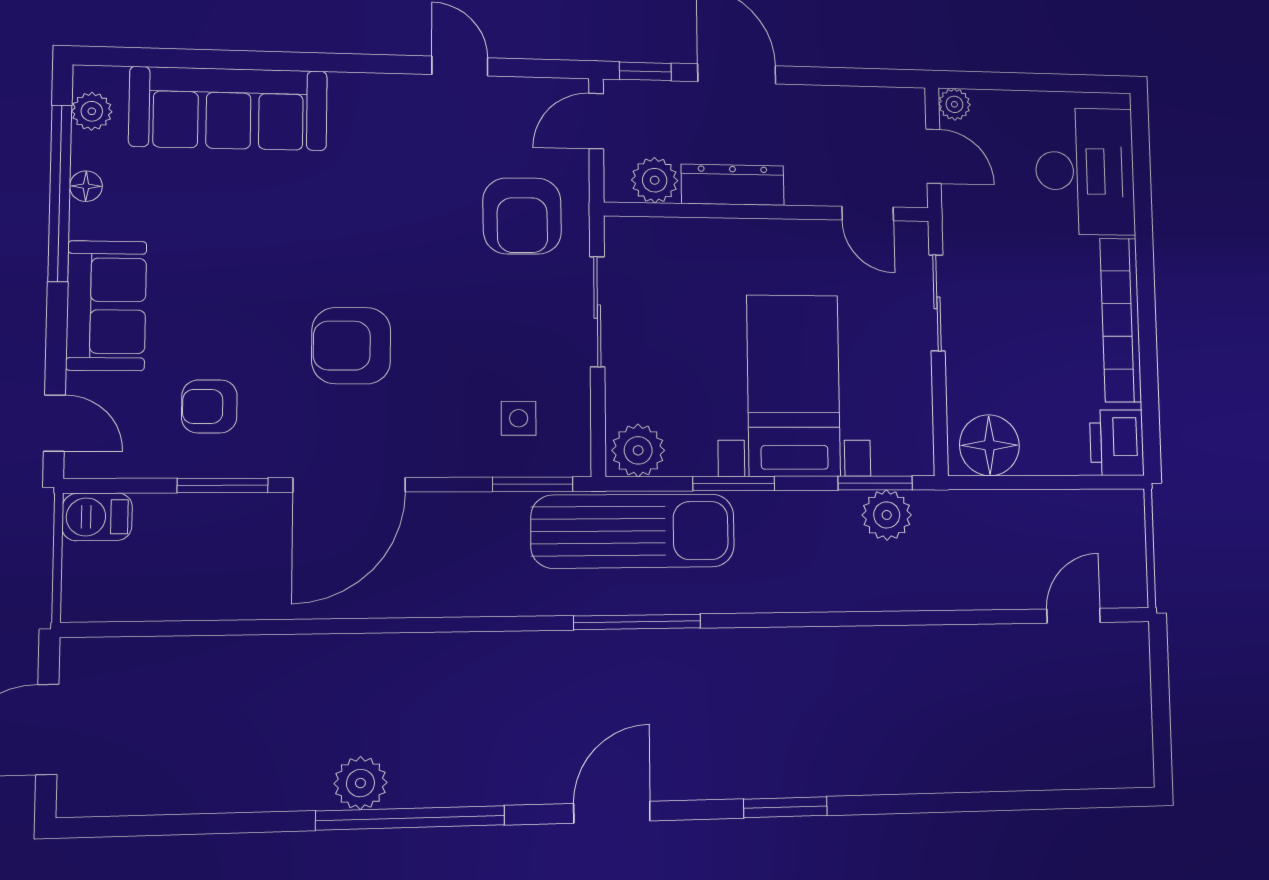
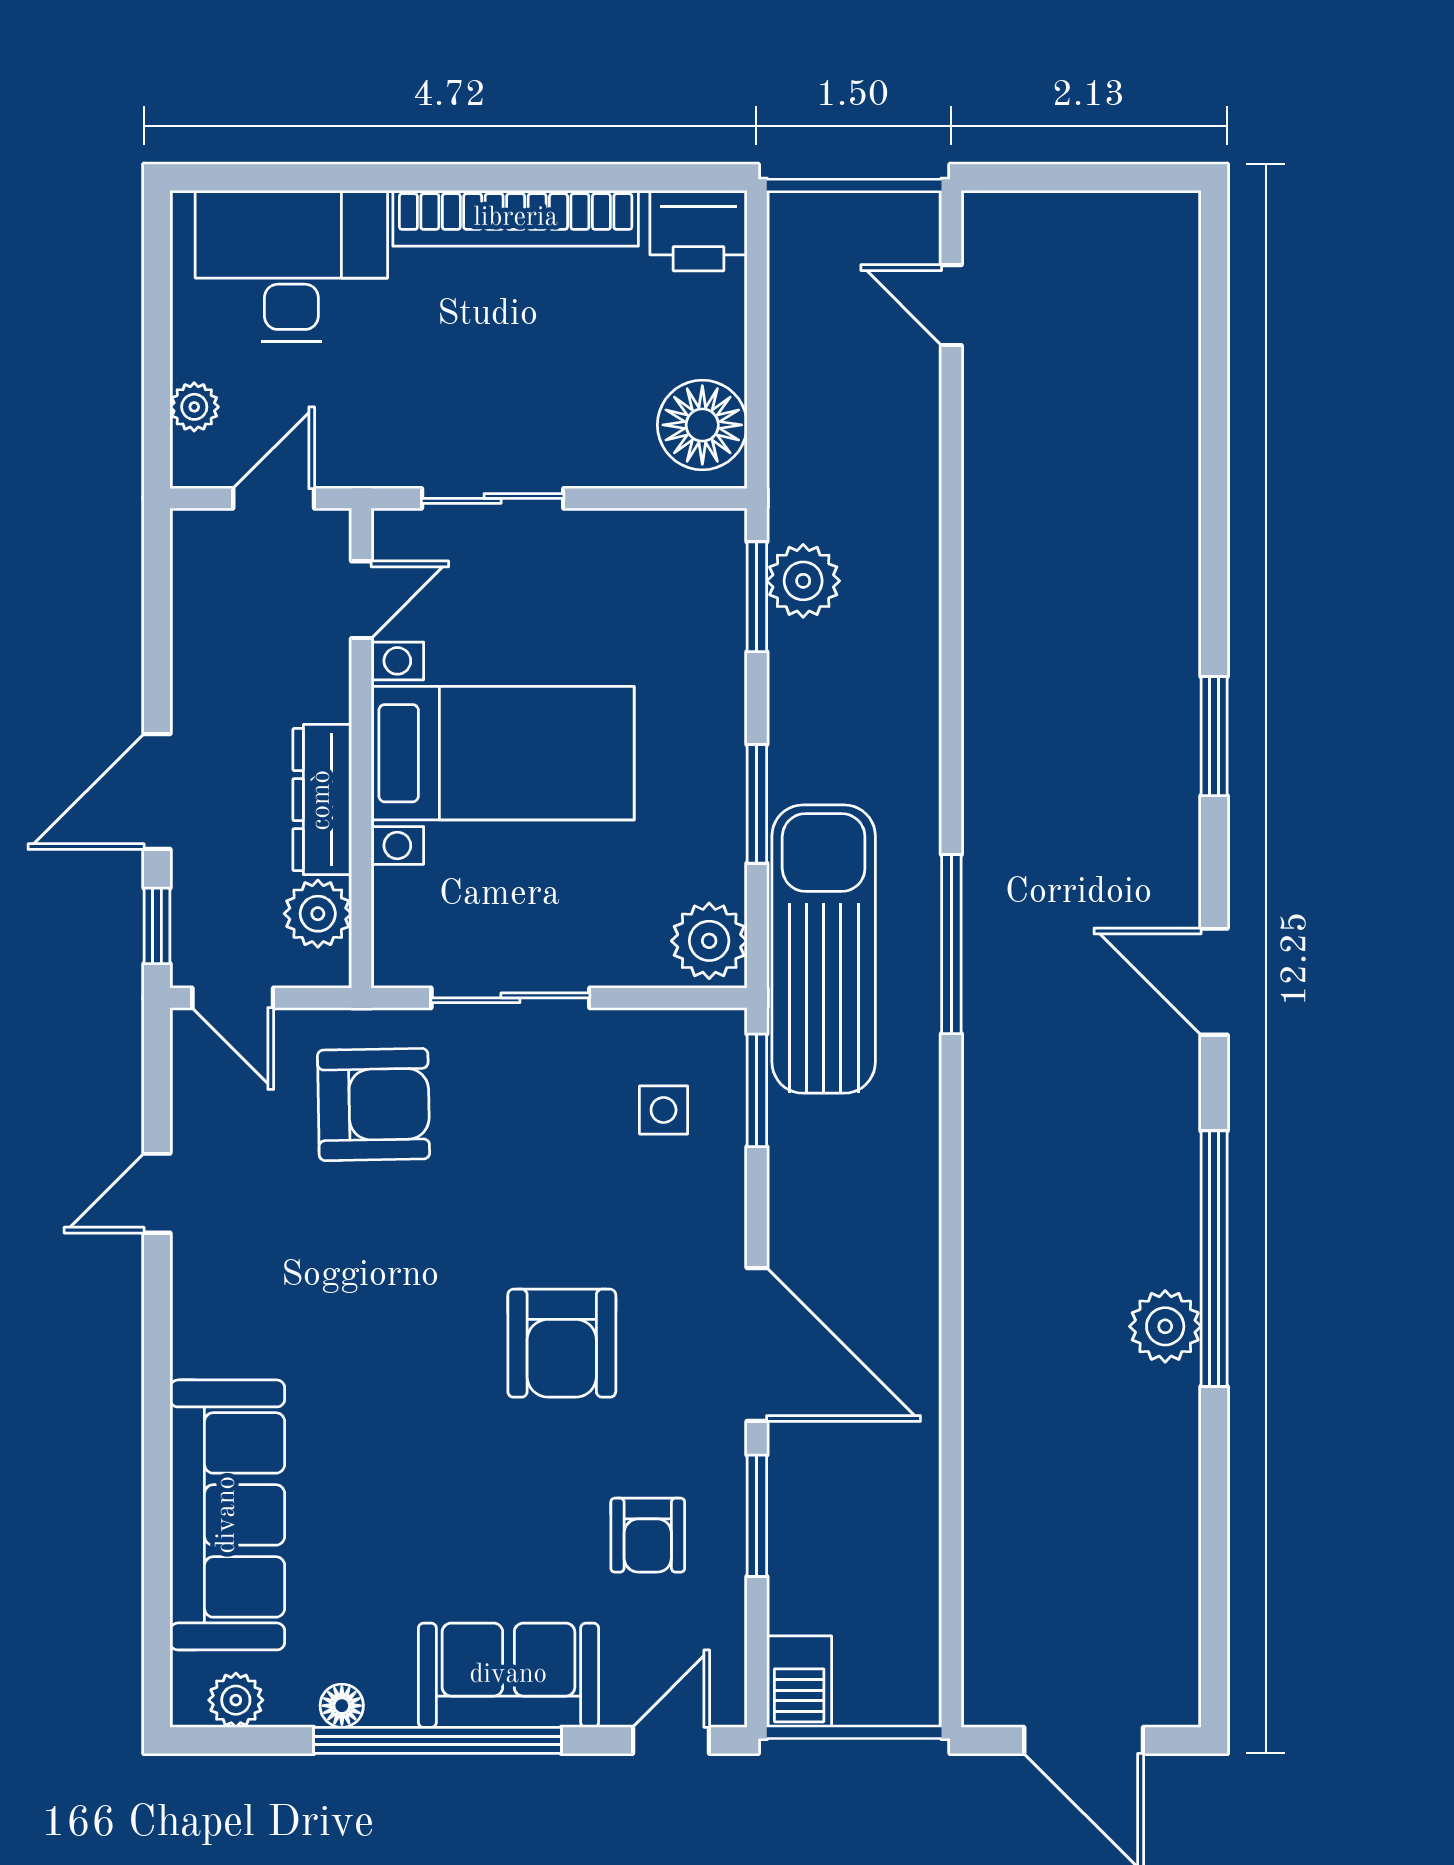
plant: (954, 104) -> (194, 407), moved
window: (60, 193) -> (438, 1740), moved
bed with nightstands: (793, 386) -> (503, 753), moved, turned 180

